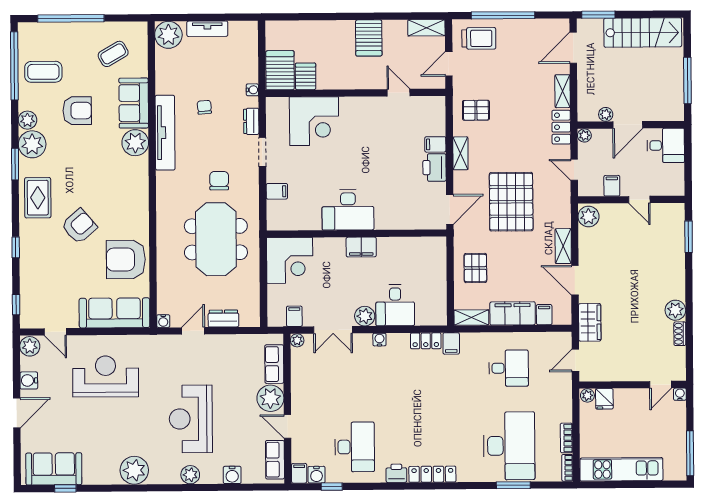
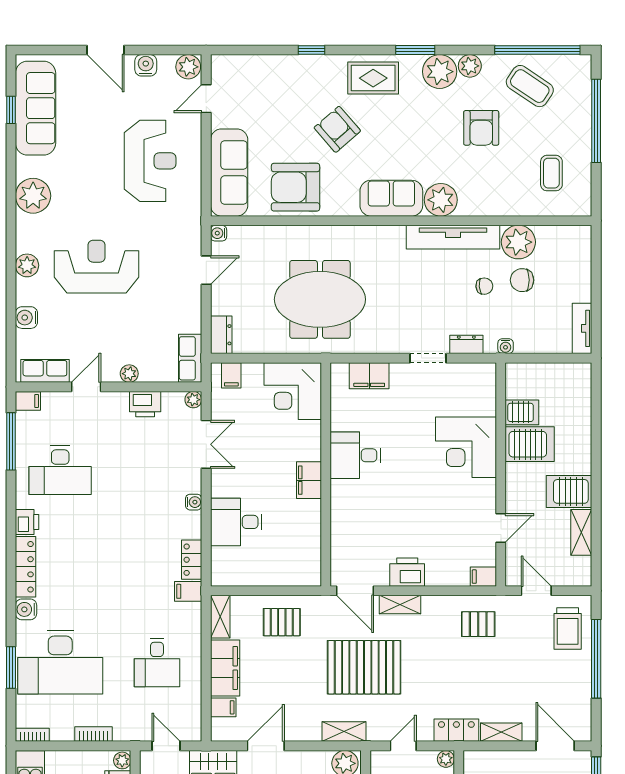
shelving: (426, 28) -> (581, 532), moved
tv unit: (207, 29) -> (582, 328), moved
plant: (168, 35) -> (518, 242), moved
coffee table: (113, 54) -> (551, 173), turned 30
server rack: (280, 70) -> (530, 444), moved
coffee table: (43, 72) -> (530, 86), turned -56
sofa: (134, 103) -> (391, 198), moved
pallet: (476, 110) -> (478, 624), turned 90
corner desk: (314, 121) -> (466, 447), moved
filing cabinet: (435, 144) -> (483, 577), moved, turned -90
shelving: (460, 153) -> (400, 604), moved
chair: (219, 181) -> (522, 280), moved, turned 180
filing cabinet: (277, 191) -> (369, 376), width x2.00
desk: (348, 210) -> (355, 455), width x0.73
armchair: (79, 226) -> (337, 129), turned 180
shelving: (563, 246) -> (344, 732), moved
armchair: (126, 259) -> (296, 187), turned -90
window: (16, 305) -> (240, 50), removed
filing cabinet: (294, 316) -> (231, 375), moved, turned 90
plant: (365, 316) -> (223, 484), removed
dresser: (223, 319) -> (221, 335), moved
double door: (333, 330) -> (206, 444), swing flipped
door: (193, 331) -> (206, 270), hinge flipped
row of seats: (274, 364) -> (190, 358), moved, turned -90
printer: (301, 379) -> (145, 404), added
plant: (270, 398) -> (129, 374), width x0.53, depth x0.53
bookcase: (566, 438) -> (93, 734), moved
sofa: (54, 469) -> (36, 108), width x1.36
water cooler: (317, 475) -> (26, 609), moved
window: (332, 487) -> (11, 441), width x2.17

